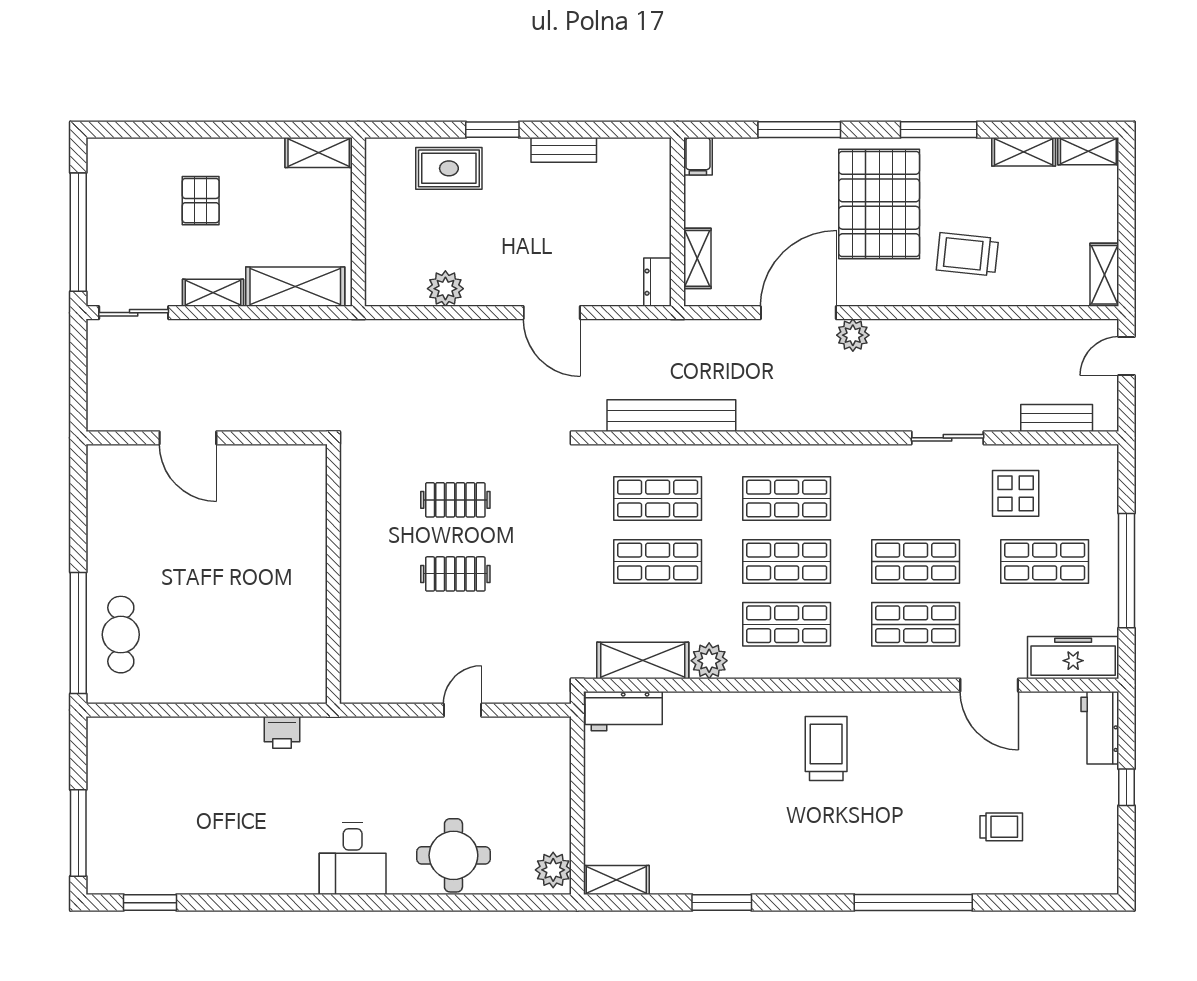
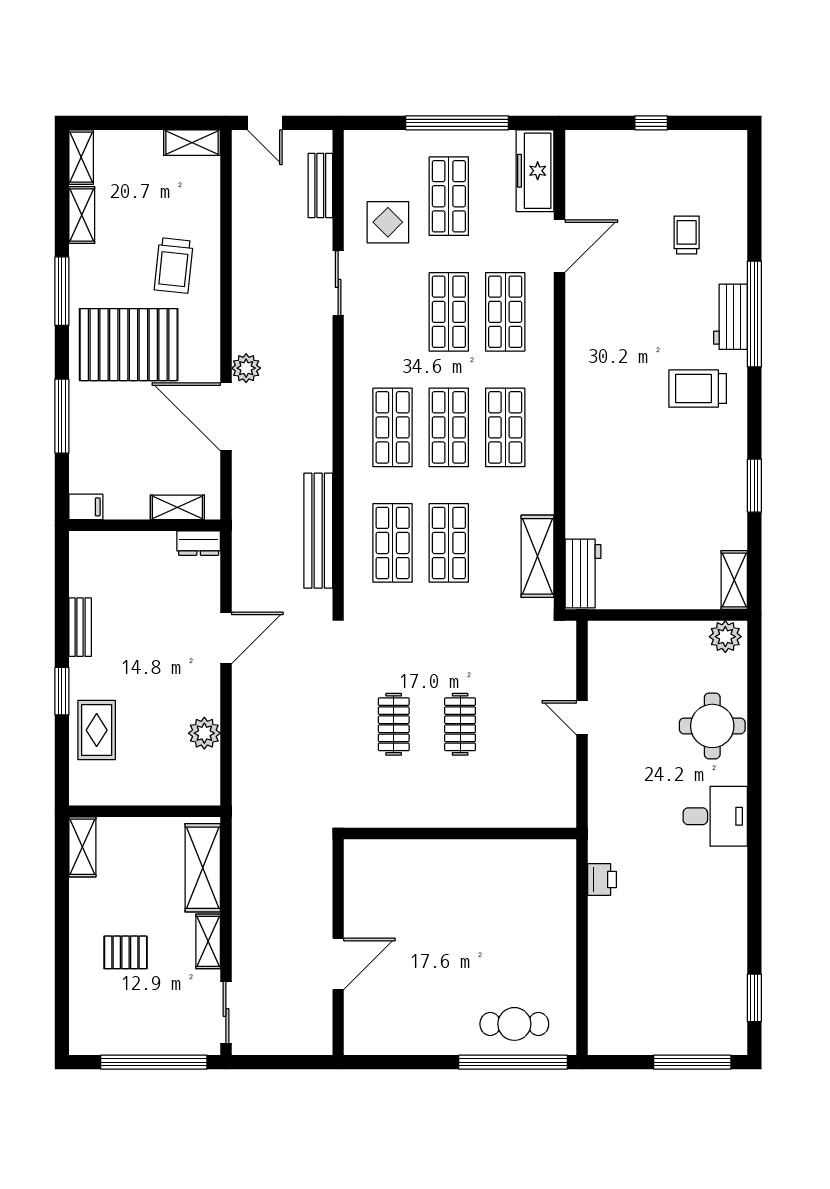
plant: (709, 661) -> (538, 497), removed
workbench: (1100, 728) -> (731, 317), moved, turned 90
trolley: (826, 749) -> (698, 389), moved

